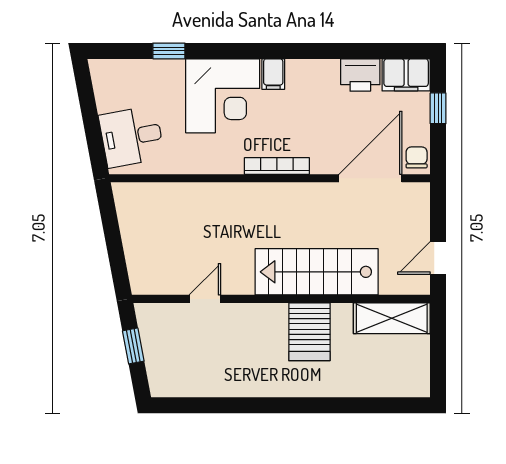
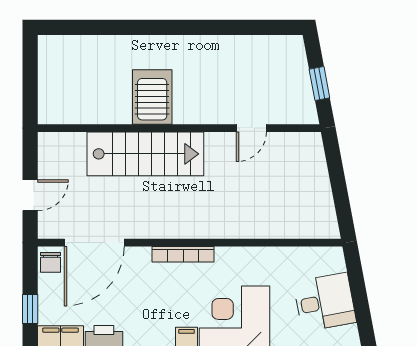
desk: (132, 137) -> (325, 302), moved
door: (438, 258) -> (30, 195), moved
shelving: (392, 318) -> (74, 110), removed

